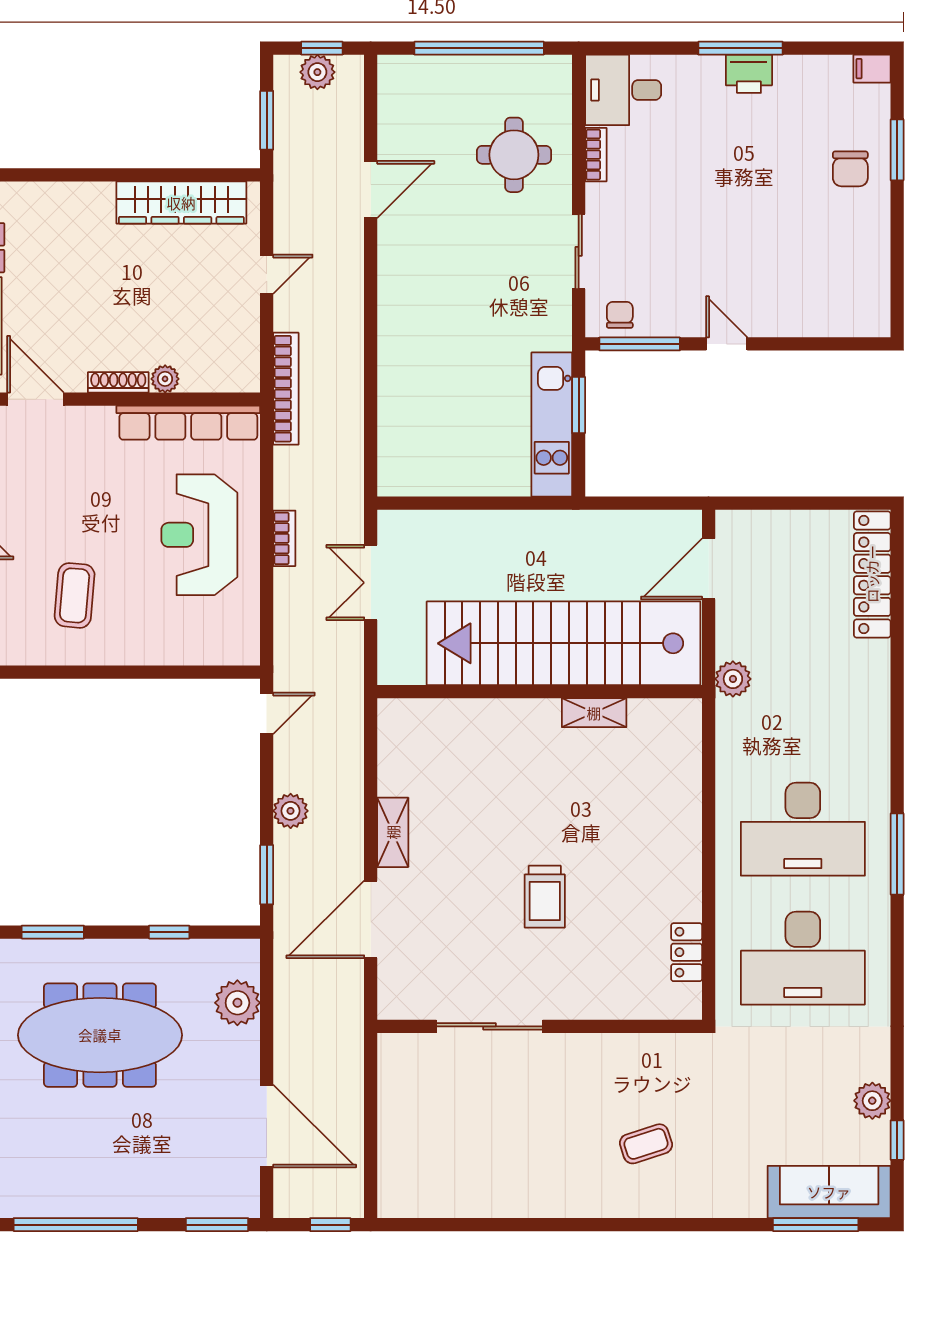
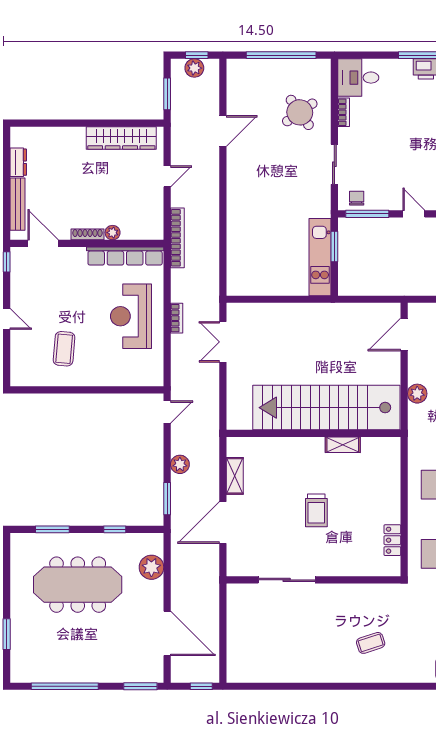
round table: (514, 155) -> (300, 112), turned -35
stairs: (564, 643) -> (326, 408), moved
wall: (540, 692) -> (314, 433), moved
shelving: (594, 713) -> (343, 445), moved

